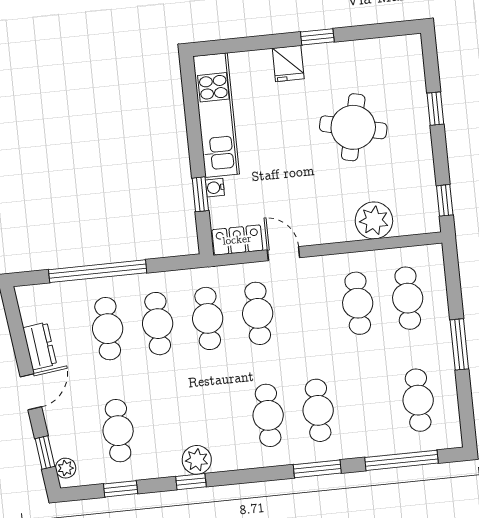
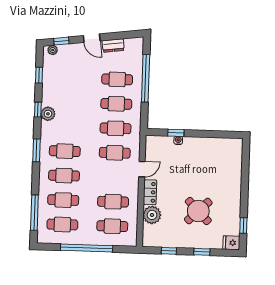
window: (317, 37) -> (243, 225), moved
fridge: (288, 64) -> (231, 243), moved
kitchen unit: (216, 115) -> (213, 146), removed
round table: (353, 127) -> (198, 211), turned 33
window: (445, 200) -> (169, 251), moved
locker: (237, 240) -> (150, 192), moved
window: (459, 344) -> (87, 248), width x2.11
cafe table: (118, 431) -> (63, 200), moved
window: (317, 469) -> (36, 150), moved

